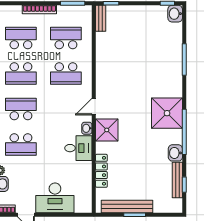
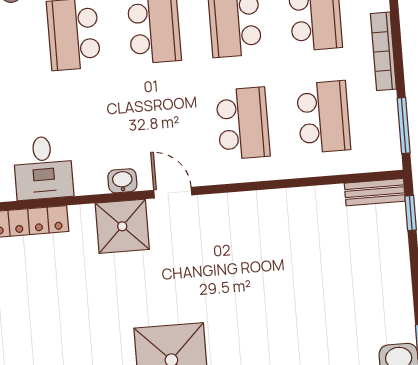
school desk: (66, 74) -> (243, 123), turned 180
desk: (78, 148) -> (43, 168), moved

